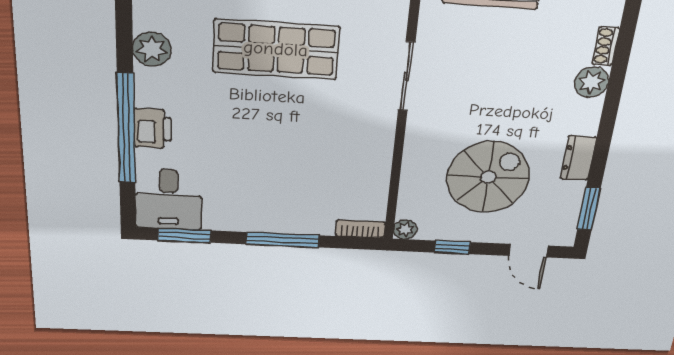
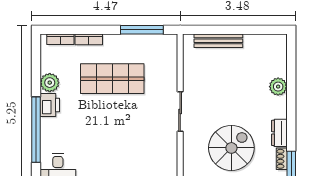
shoe rack: (606, 46) -> (282, 159), moved
sliding door: (407, 76) -> (180, 111), moved
printer: (153, 128) -> (50, 105), moved

